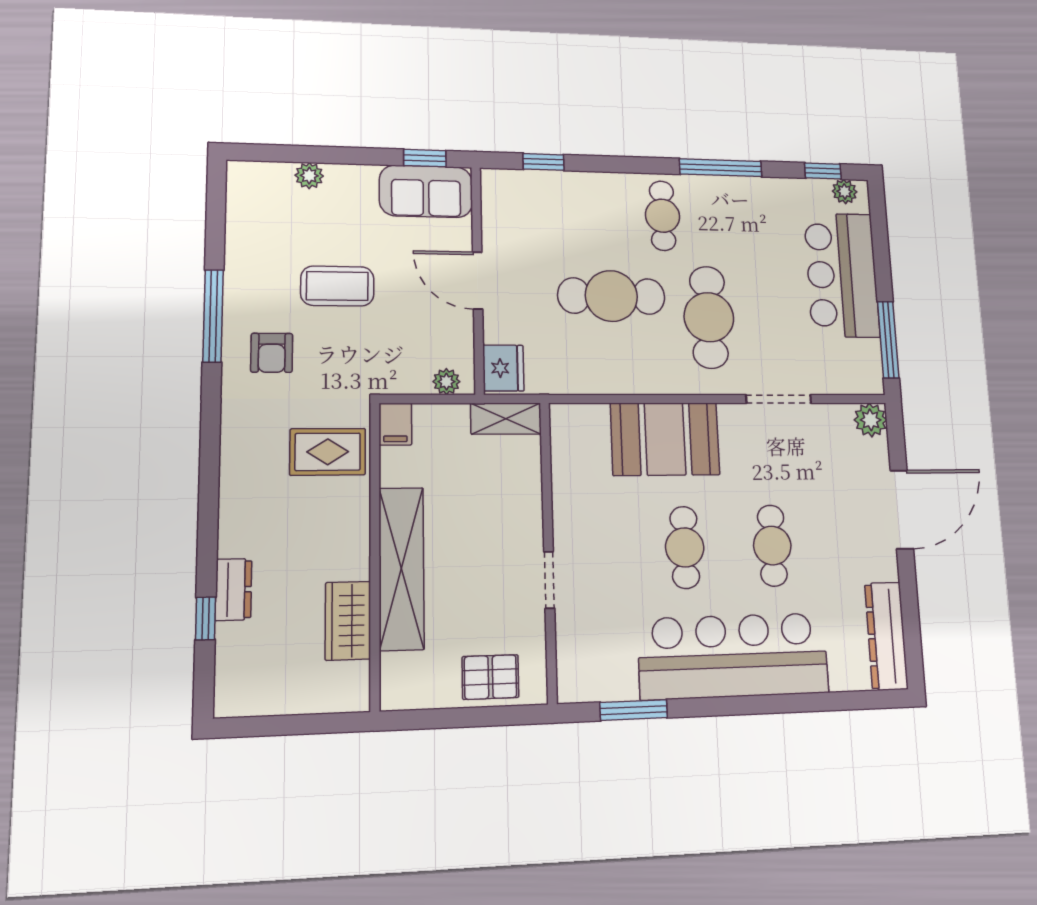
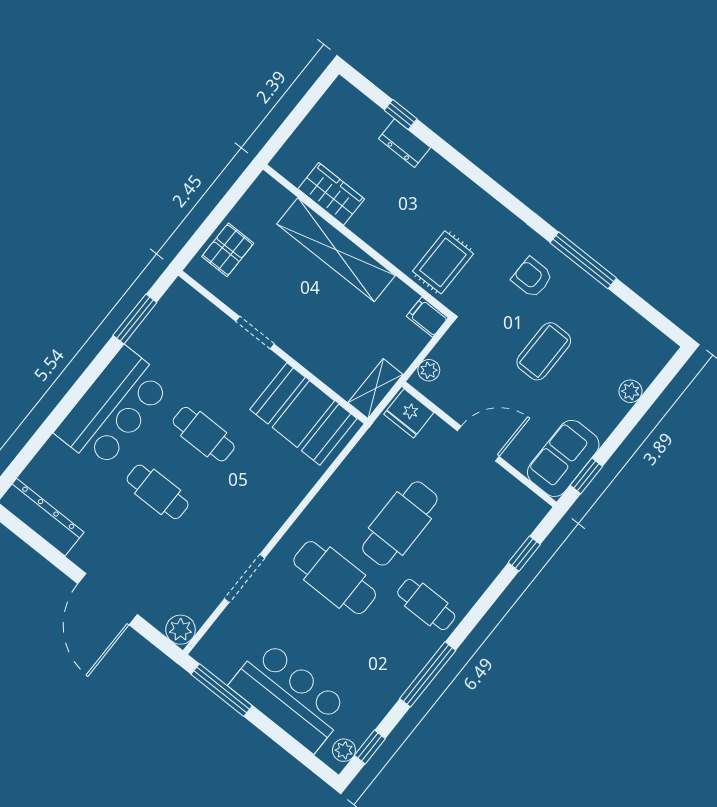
booth: (665, 439) -> (303, 414), moved, turned 90
bar counter: (734, 656) -> (113, 408), width x0.73

